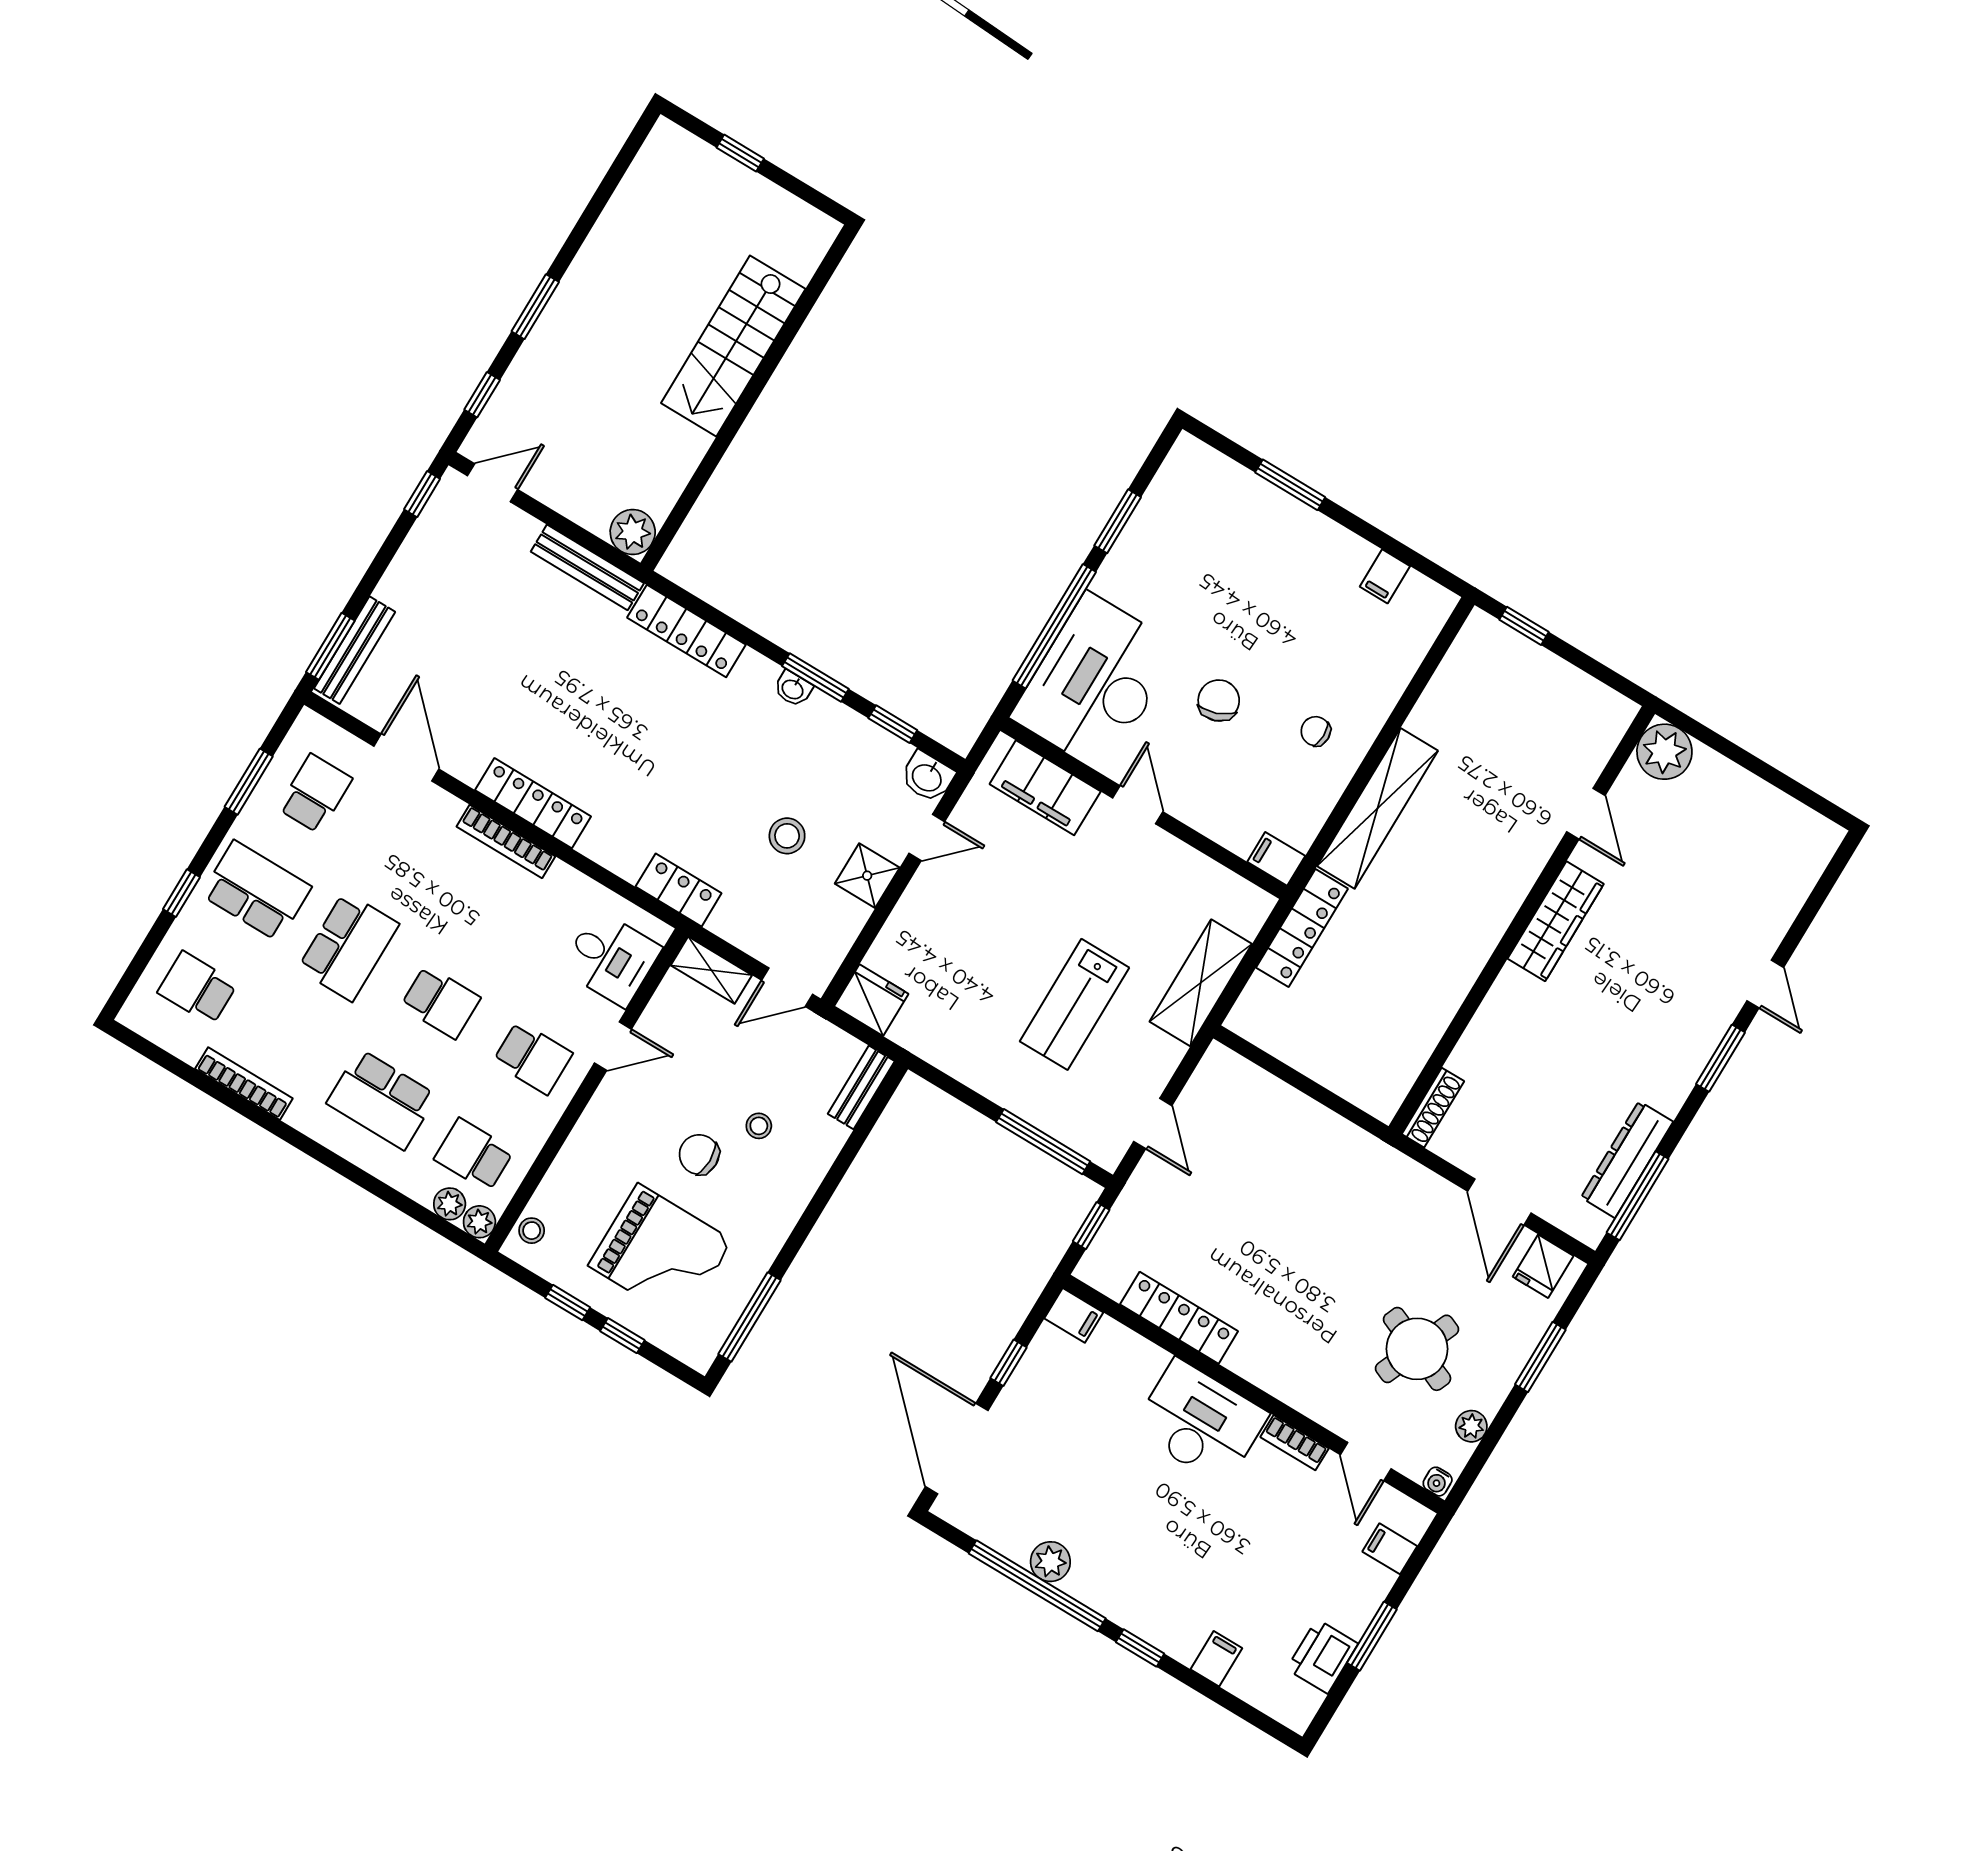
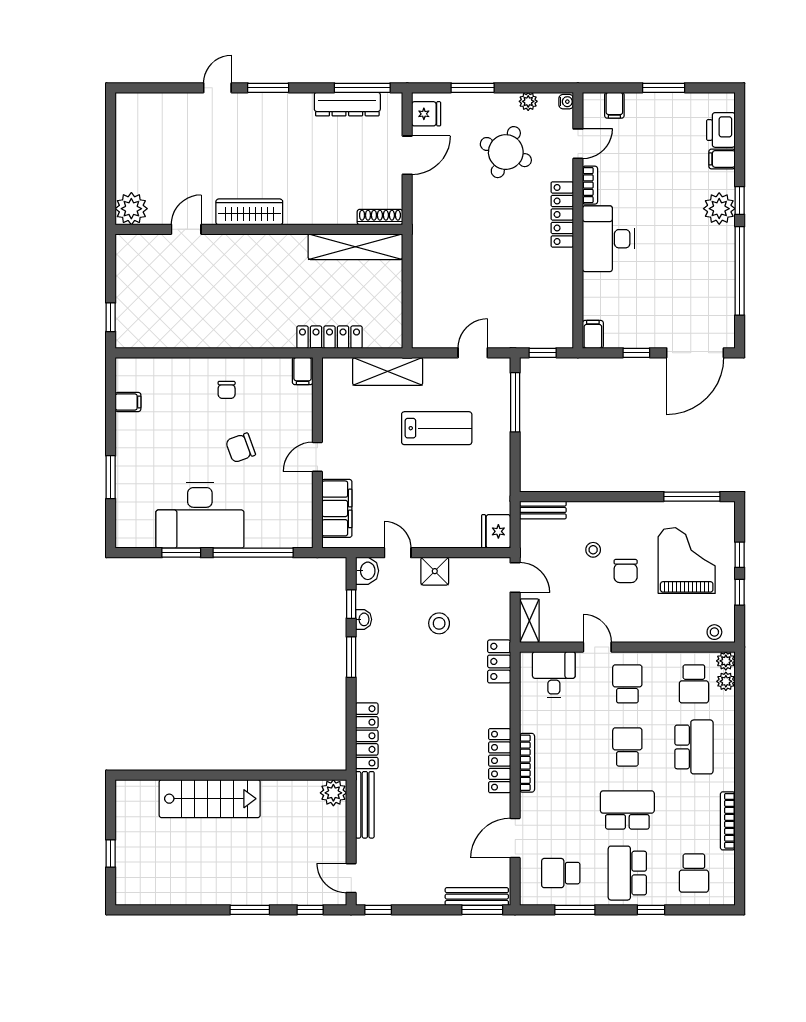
desk: (1095, 682) -> (200, 515), moved
washbasin: (793, 689) -> (364, 619), moved
shelving: (1378, 808) -> (355, 247), moved
locker: (1179, 1318) -> (562, 214), moved
plant: (1050, 1562) -> (719, 209), moved, width x1.36, depth x1.36
printer: (1322, 1656) -> (721, 130), moved, turned 90

